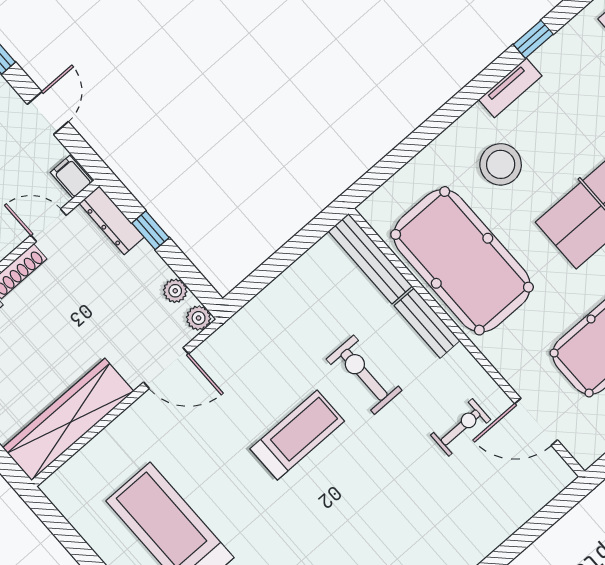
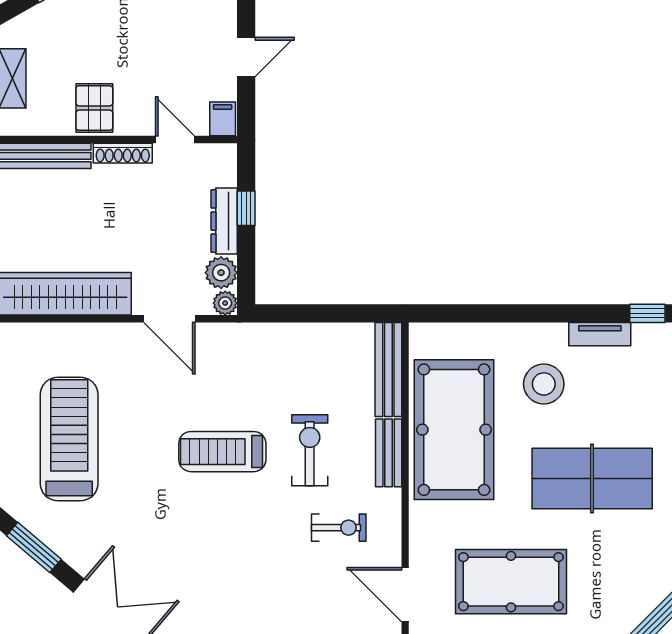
dresser: (112, 220) -> (224, 221), moved
plant: (175, 291) -> (221, 273), width x1.38, depth x1.38
exercise bike: (461, 427) -> (339, 528), moved
treadmill: (297, 435) -> (222, 452), turned 180

